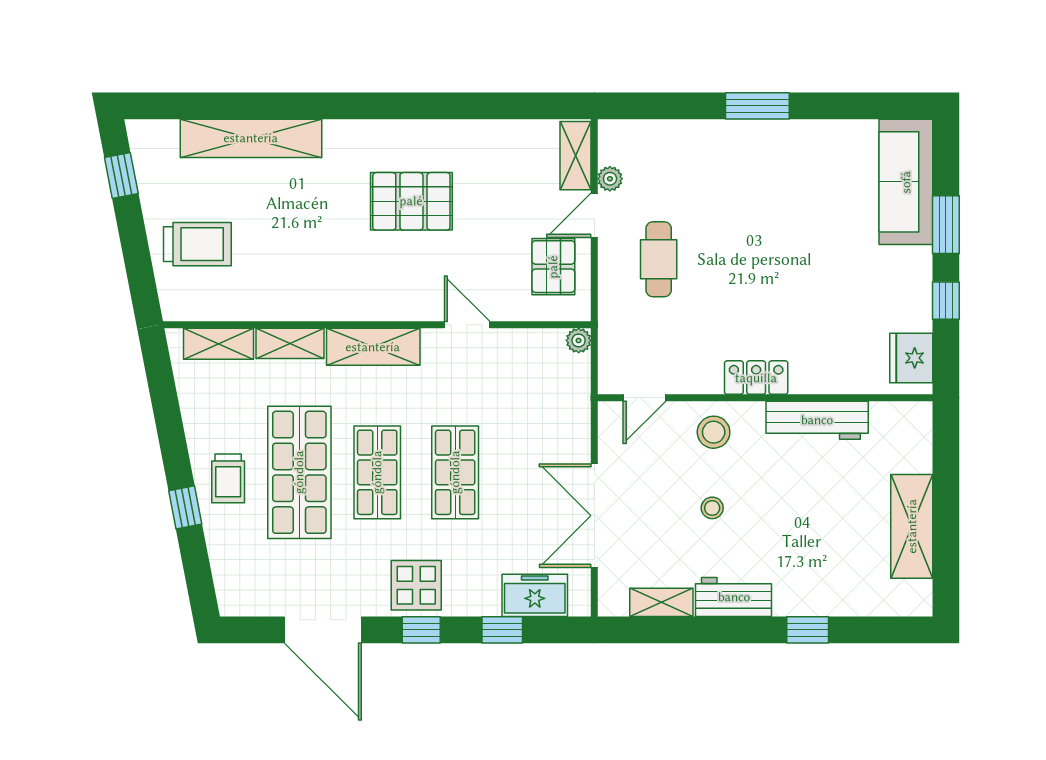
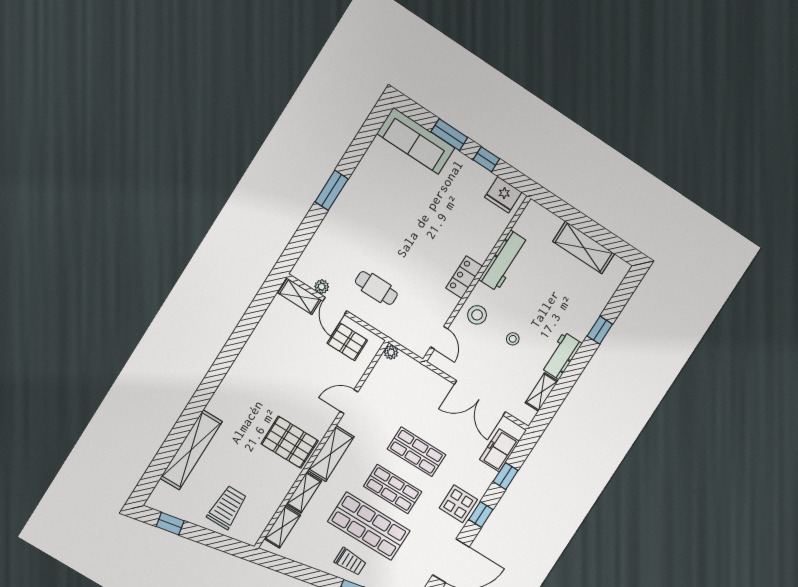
pallet: (411, 201) -> (290, 442), moved, turned 90

